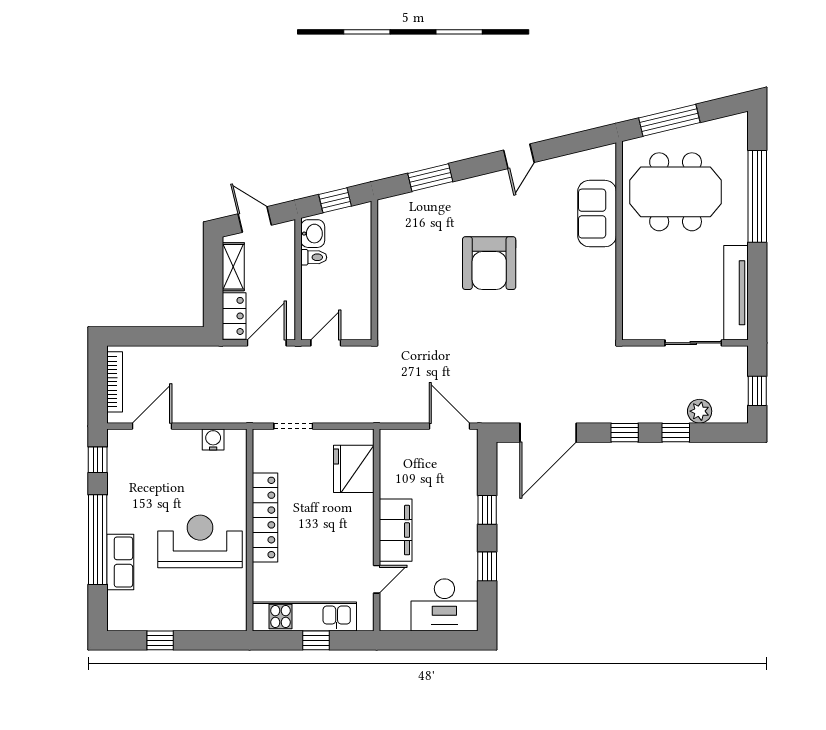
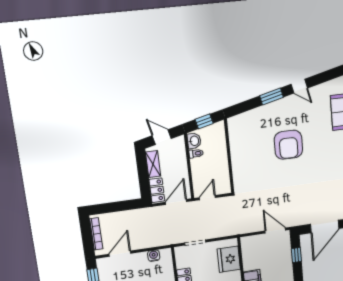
door: (519, 156) -> (299, 86), hinge flipped
window: (430, 177) -> (272, 96), moved
window: (487, 510) -> (296, 255), moved

